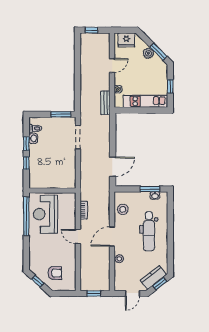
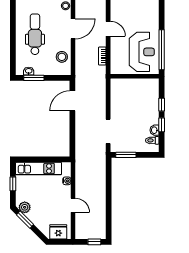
plant: (148, 53) -> (25, 207), moved
door: (112, 66) -> (73, 205), swing flipped
bench: (105, 103) -> (80, 167), removed

